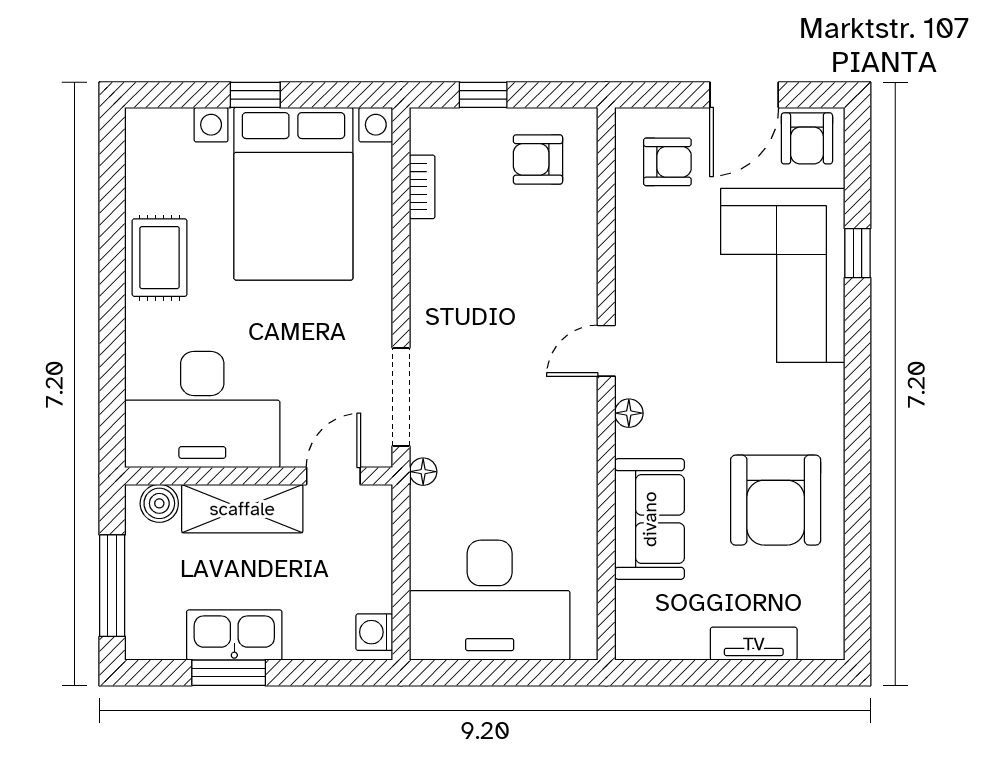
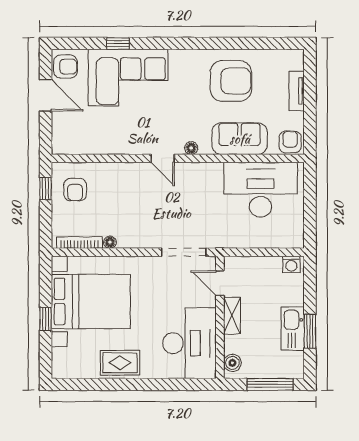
window: (483, 95) -> (46, 189), moved
armchair: (667, 162) -> (290, 142), moved
bookcase: (422, 187) -> (79, 243), width x1.56
floor lamp: (423, 472) -> (110, 242), moved
shelving: (242, 509) -> (232, 316), width x0.67, depth x0.75
desk: (490, 600) -> (261, 190), moved, turned -90

